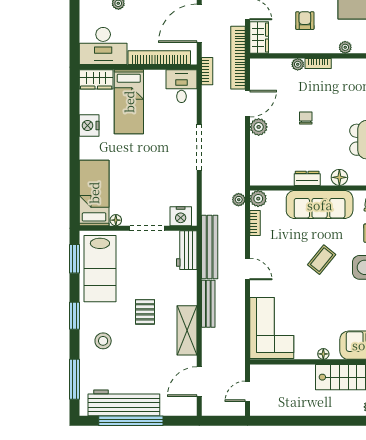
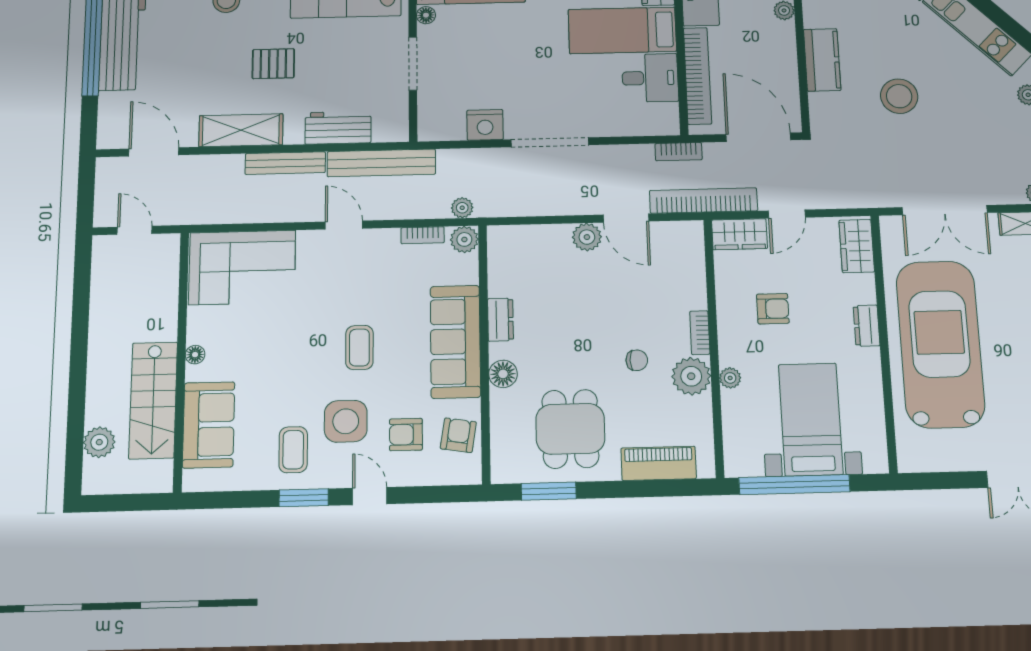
plant: (298, 64) -> (691, 376), moved, width x1.87, depth x1.87
desk: (181, 86) -> (650, 78), moved
chair: (306, 118) -> (637, 360), moved
nightstand: (181, 216) -> (485, 125), moved, turned -90
workbench: (187, 250) -> (338, 128), moved
coffee table: (322, 260) -> (359, 348), turned 51
door: (248, 269) -> (344, 225), swing flipped

